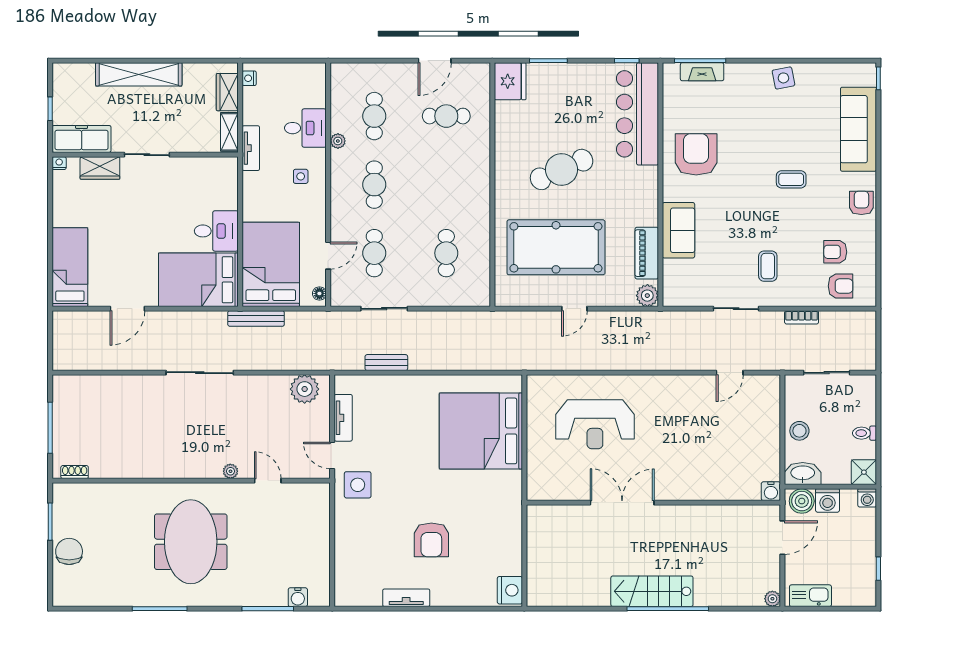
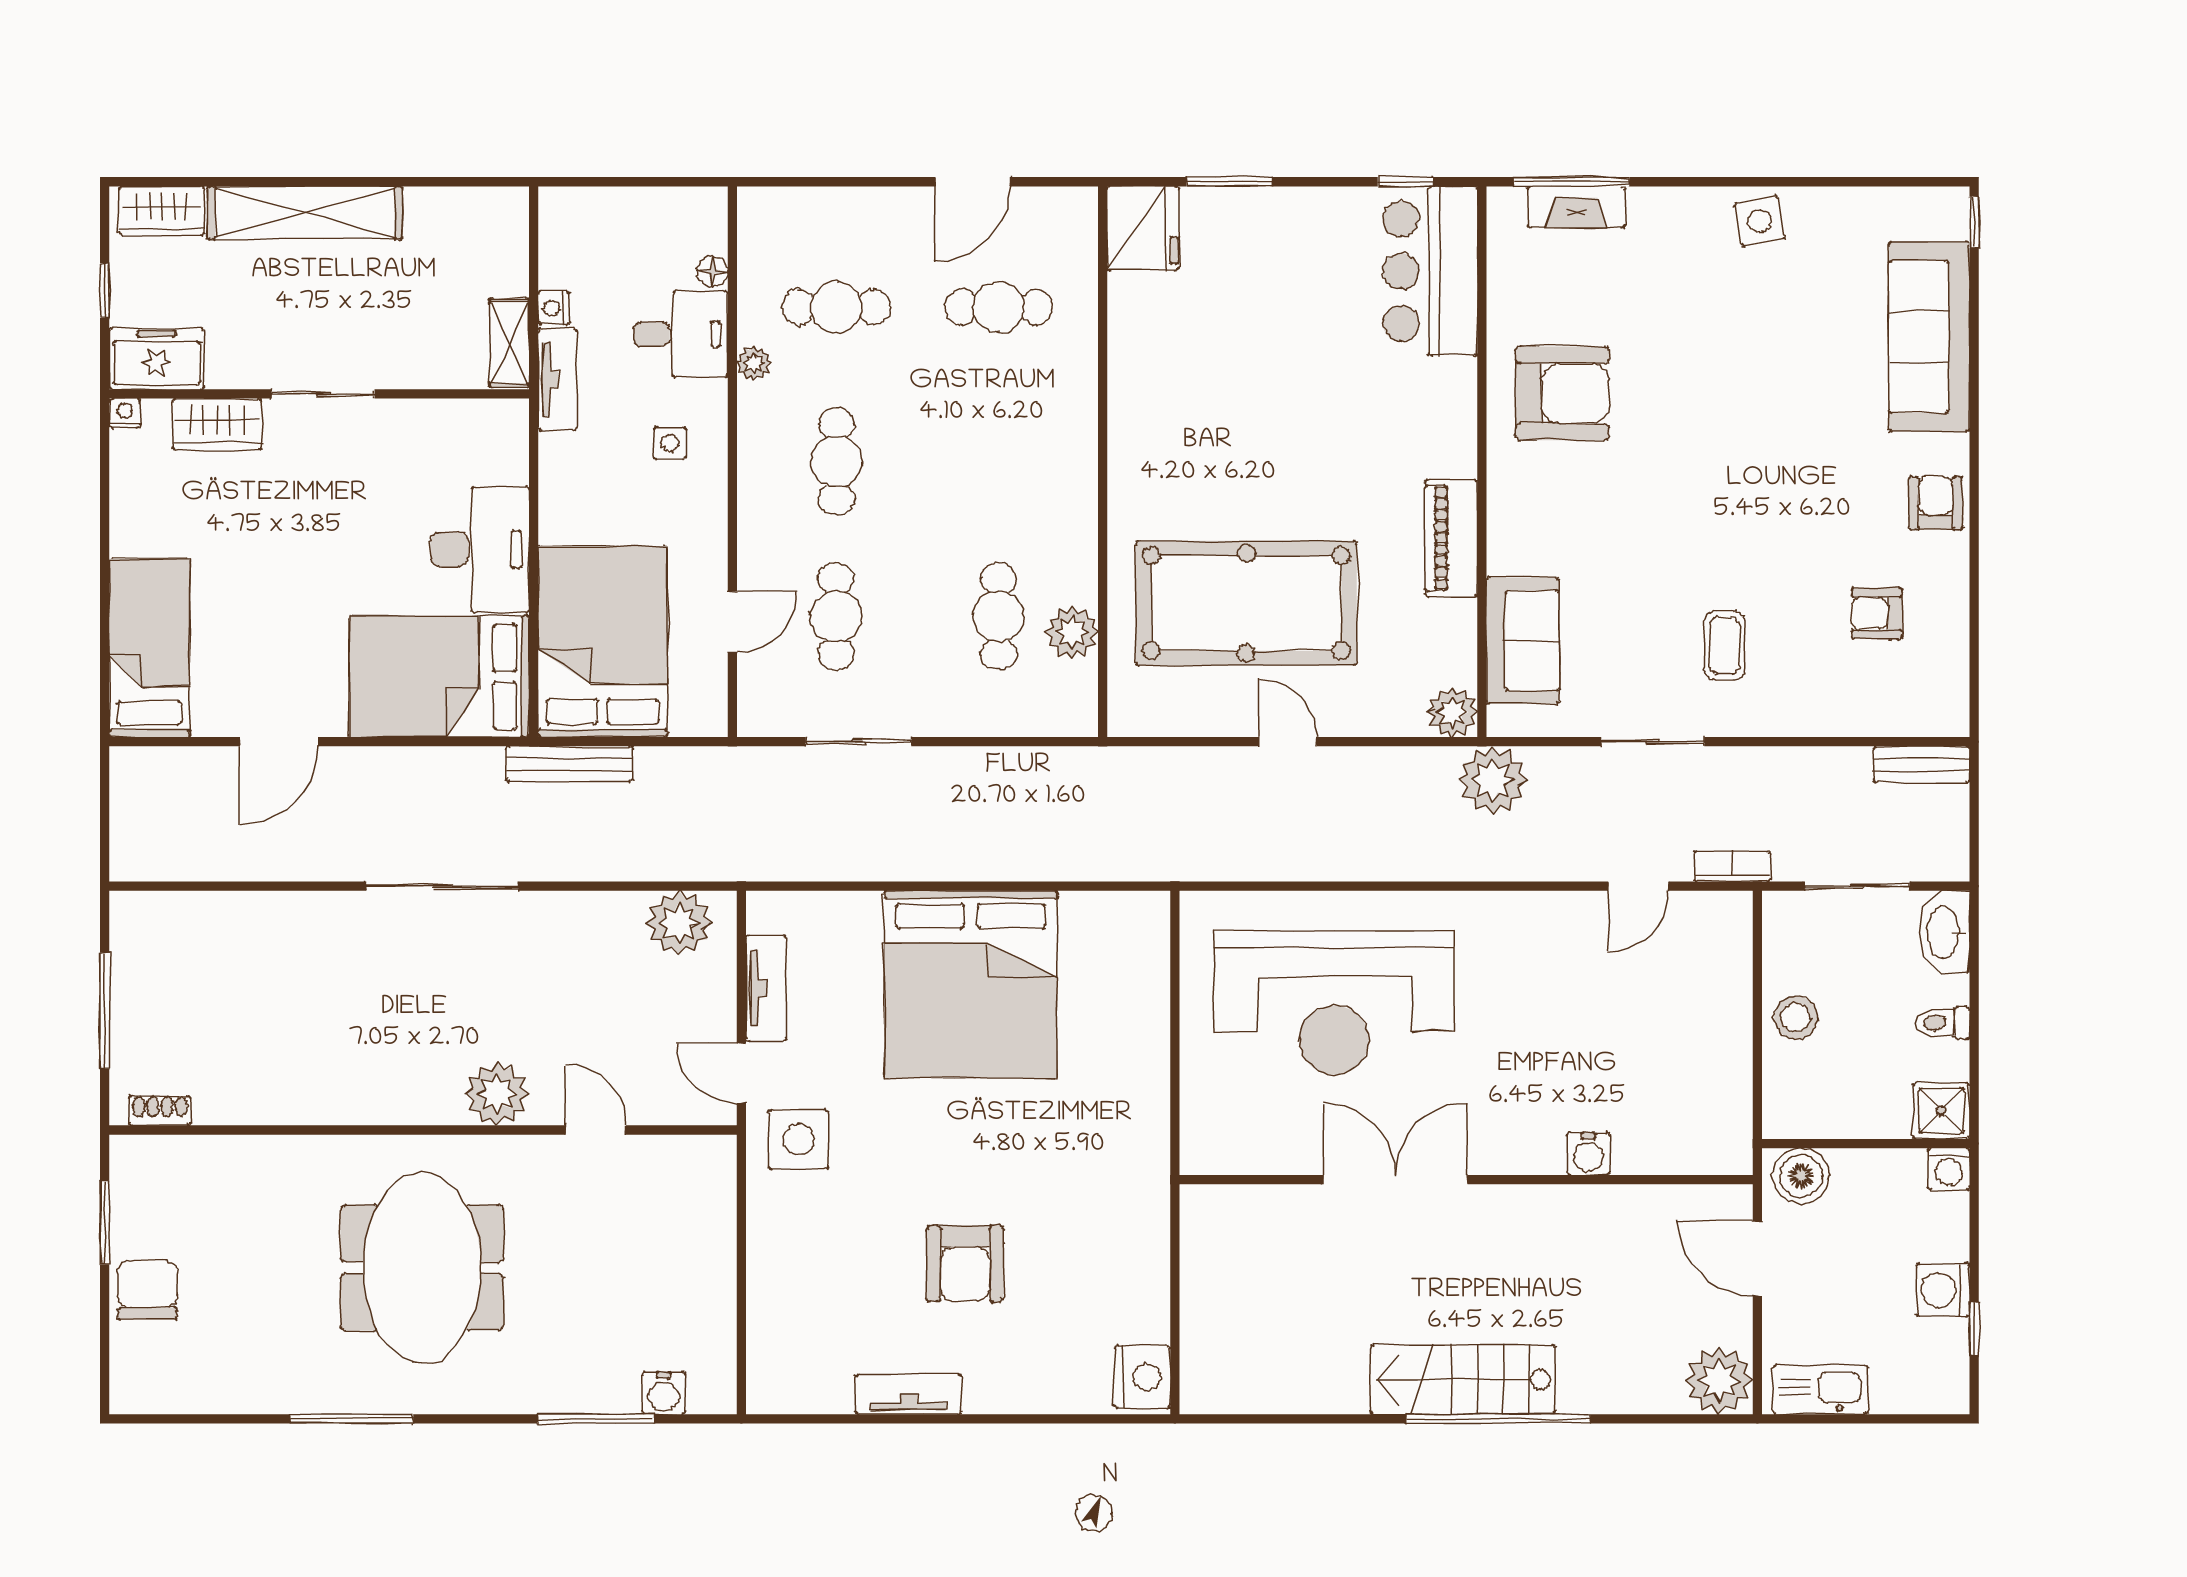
nightstand: (249, 78) -> (554, 308), moved
wardrobe: (227, 92) -> (162, 211), moved, turned -90
bar counter: (637, 114) -> (1430, 271), width x0.73
cafe table: (374, 116) -> (836, 307), turned 90
freezer: (82, 139) -> (157, 359), width x0.71
armchair: (696, 154) -> (1562, 393), turned 90
cafe table: (562, 169) -> (1259, 428), removed
coffee table: (791, 179) -> (1777, 450), removed
sofa: (678, 230) -> (1523, 640), moved
desk: (216, 231) -> (480, 549), width x1.37
piano: (647, 253) -> (1451, 538), moved
plant: (479, 260) -> (1072, 632), added
armchair: (841, 286) -> (1889, 691), removed
floor lamp: (319, 293) -> (712, 272), moved
door: (574, 309) -> (1288, 742), swing flipped
bookcase: (802, 317) -> (1732, 866), moved, turned 180
plant: (665, 326) -> (1493, 780), added
bench: (386, 363) -> (1922, 764), moved
reception desk: (595, 424) -> (1334, 1003), width x1.36, depth x1.30
bed: (481, 431) -> (971, 984), moved, turned -90
plant: (230, 471) -> (497, 1094), width x1.88, depth x1.88
washbasin: (803, 473) -> (1944, 932), moved, turned -90
water cooler: (771, 491) -> (1588, 1154), moved
washing machine: (828, 501) -> (1943, 1290), moved, turned 90
door: (782, 538) -> (1757, 1259), swing flipped
plant: (772, 599) -> (1719, 1381), width x1.88, depth x1.88

